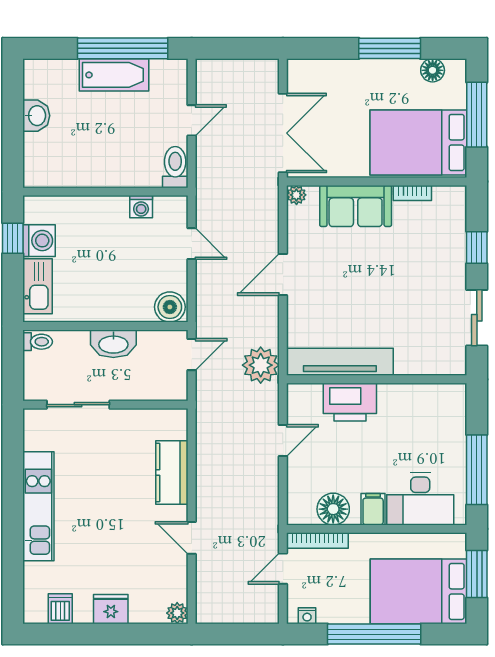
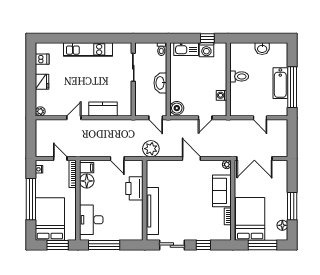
toilet: (175, 167) -> (239, 76), moved
tv unit: (340, 362) -> (152, 211), moved
filing cabinet: (373, 509) -> (87, 168), moved

